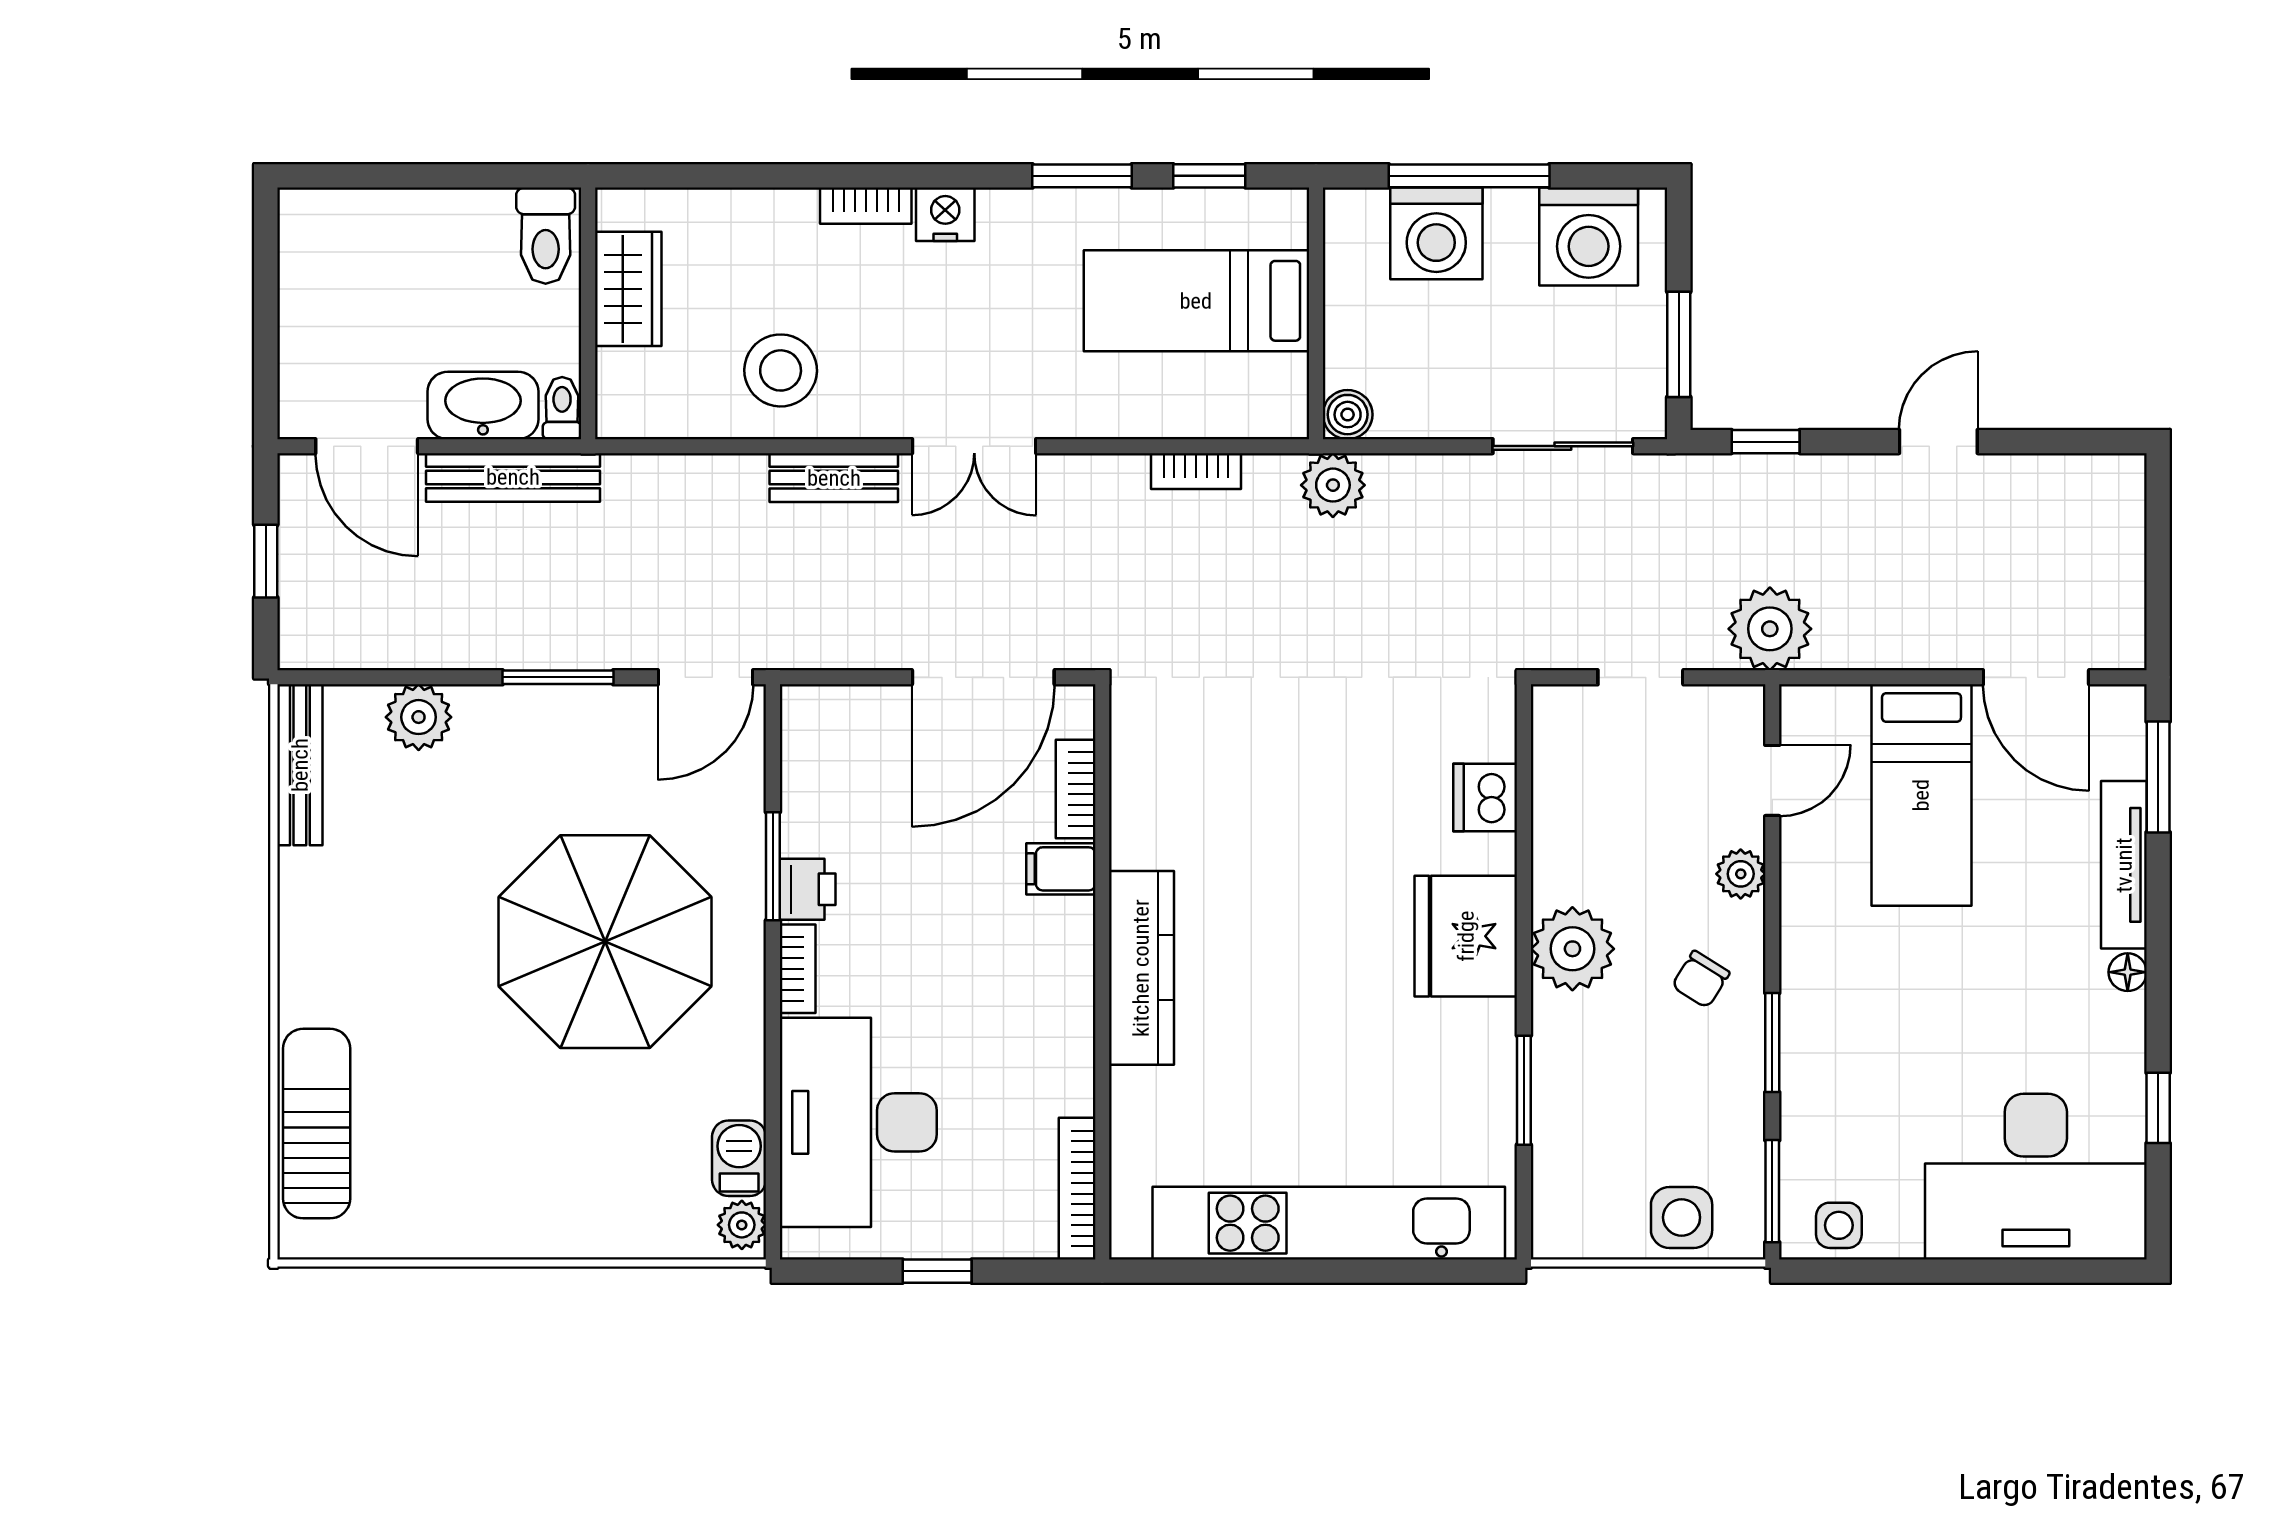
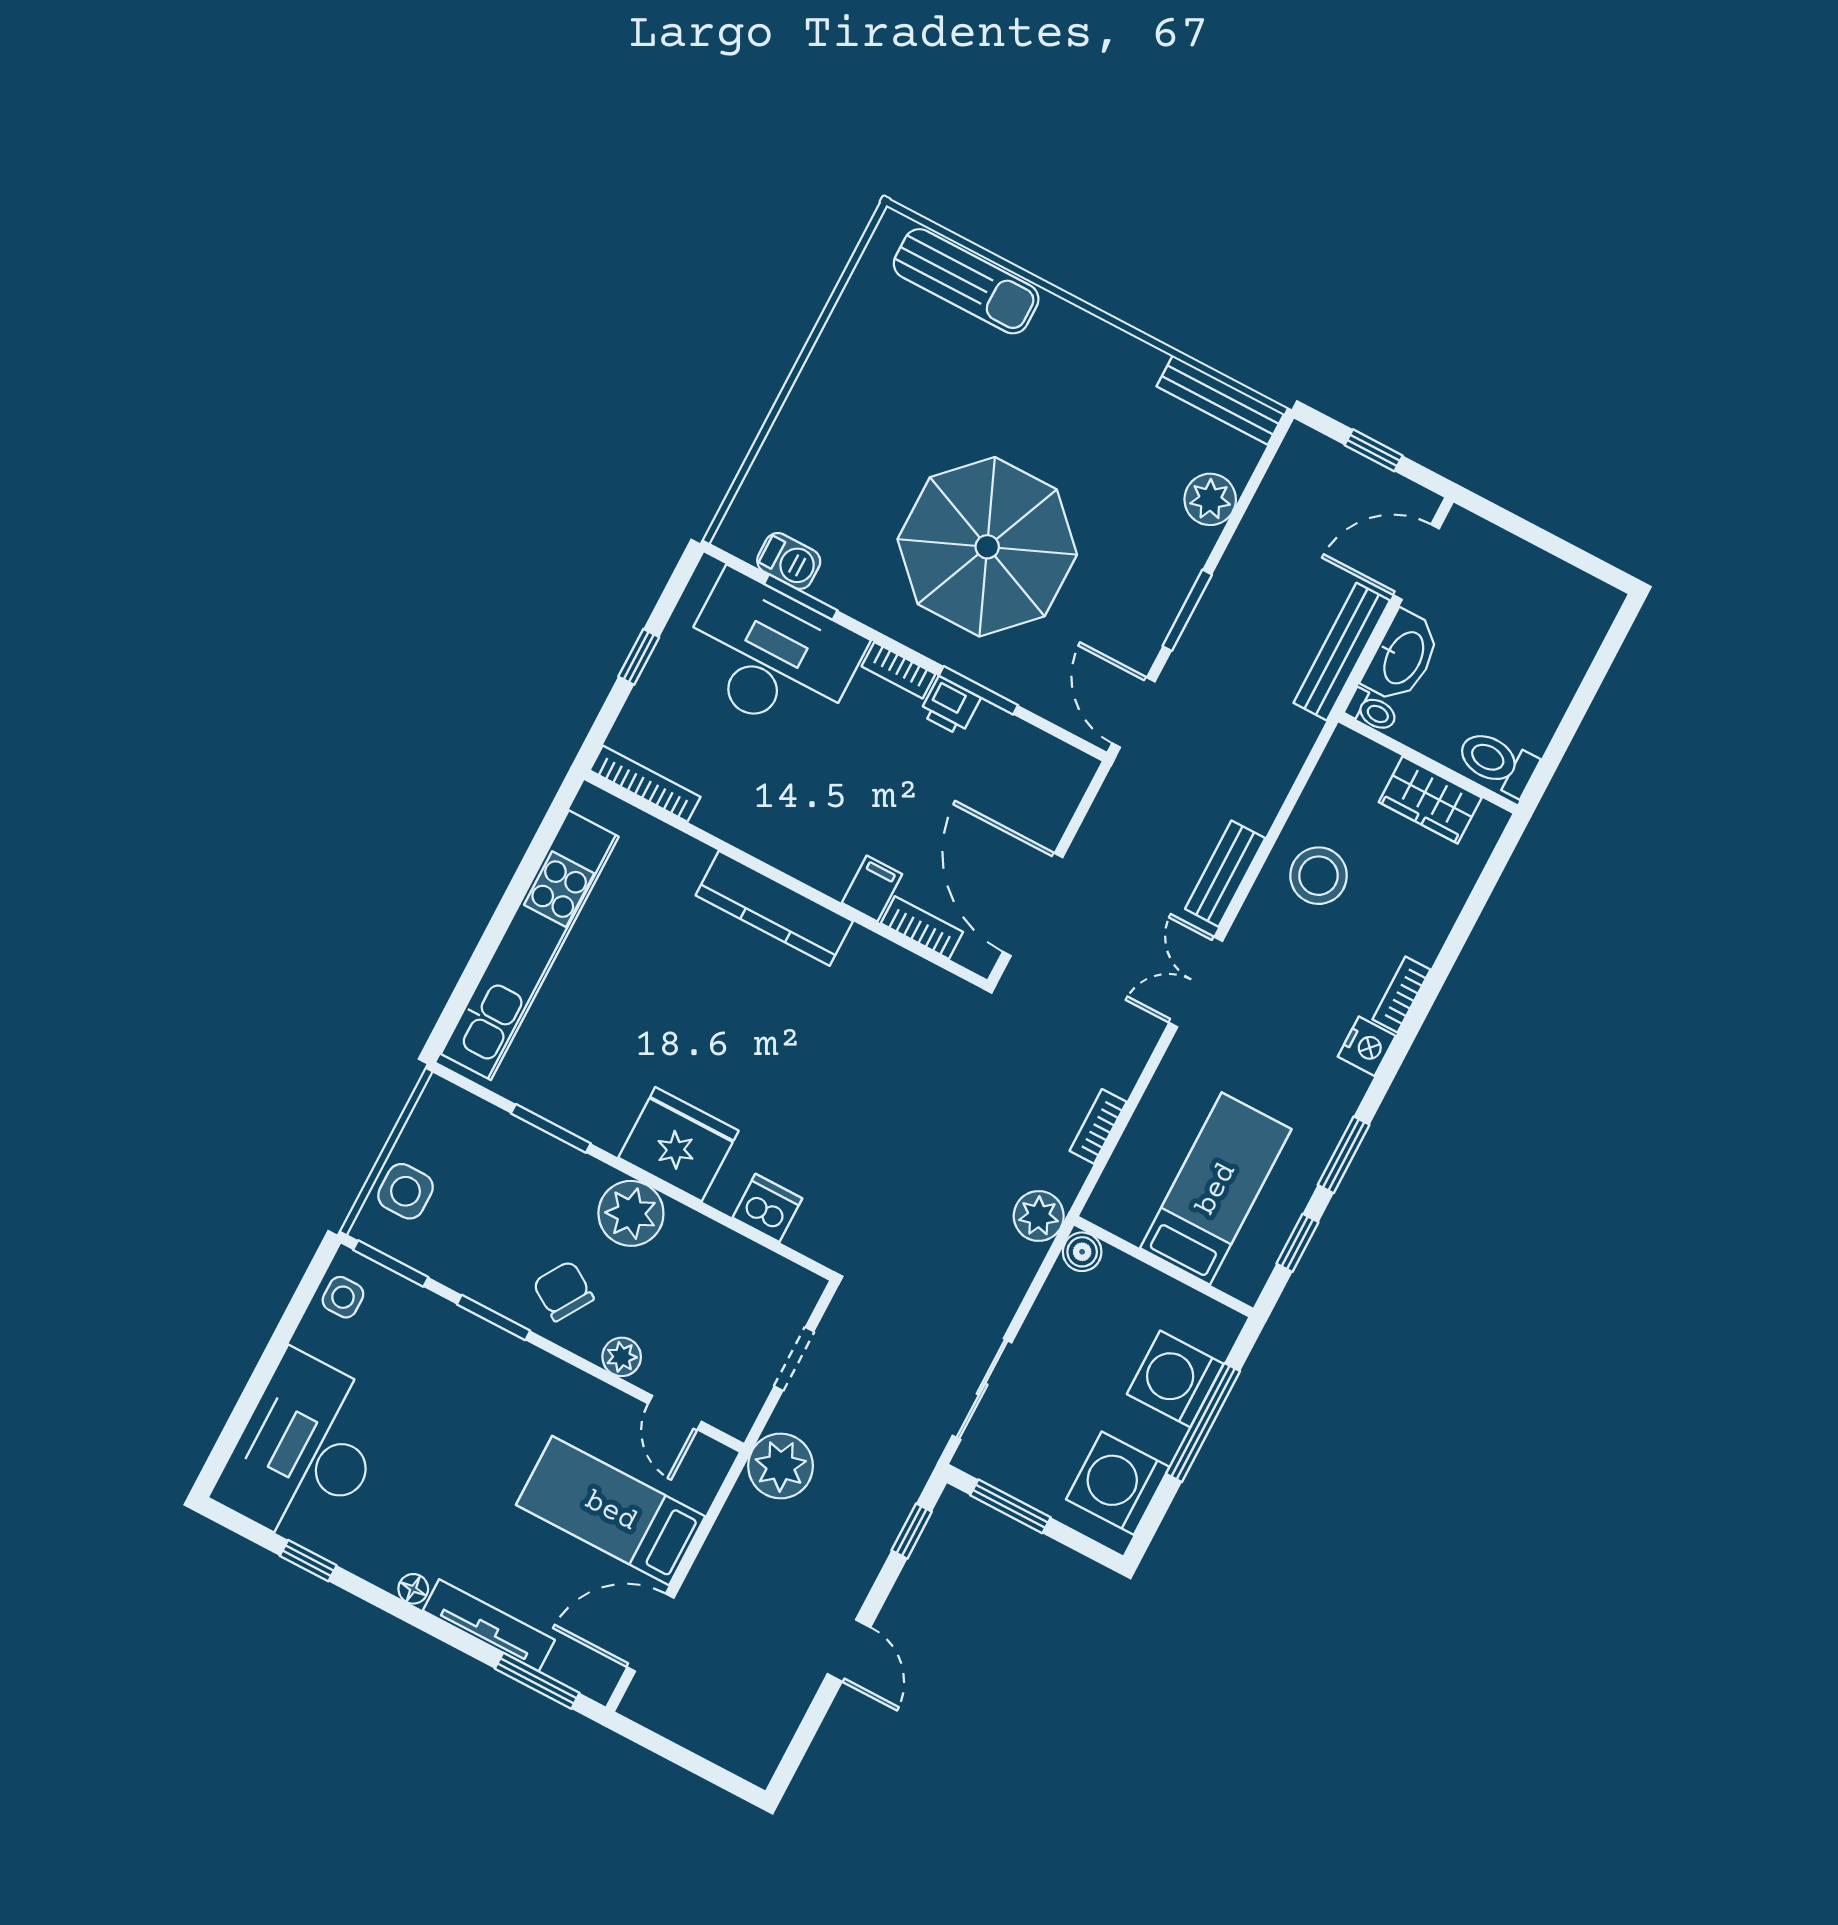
chair: (1701, 979) -> (563, 1291), width x1.37, depth x1.37
window: (773, 1123) -> (801, 597), added
plant: (742, 1225) -> (742, 539), removed

